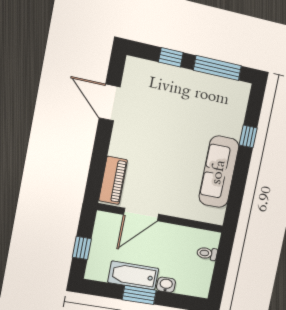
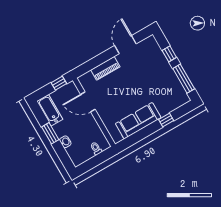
piano: (113, 180) -> (105, 68), moved
window: (82, 248) -> (59, 83), moved
bathtub: (133, 275) -> (50, 110), moved

